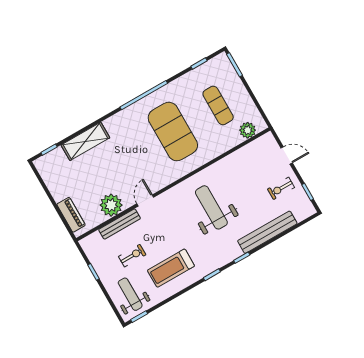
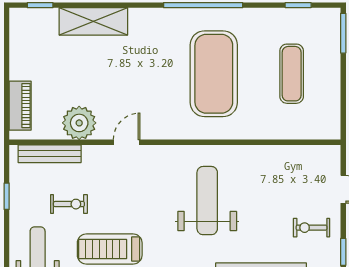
plant: (248, 130) -> (311, 128), removed
bench: (120, 224) -> (50, 154), moved

